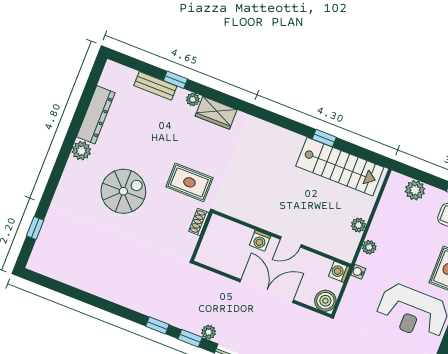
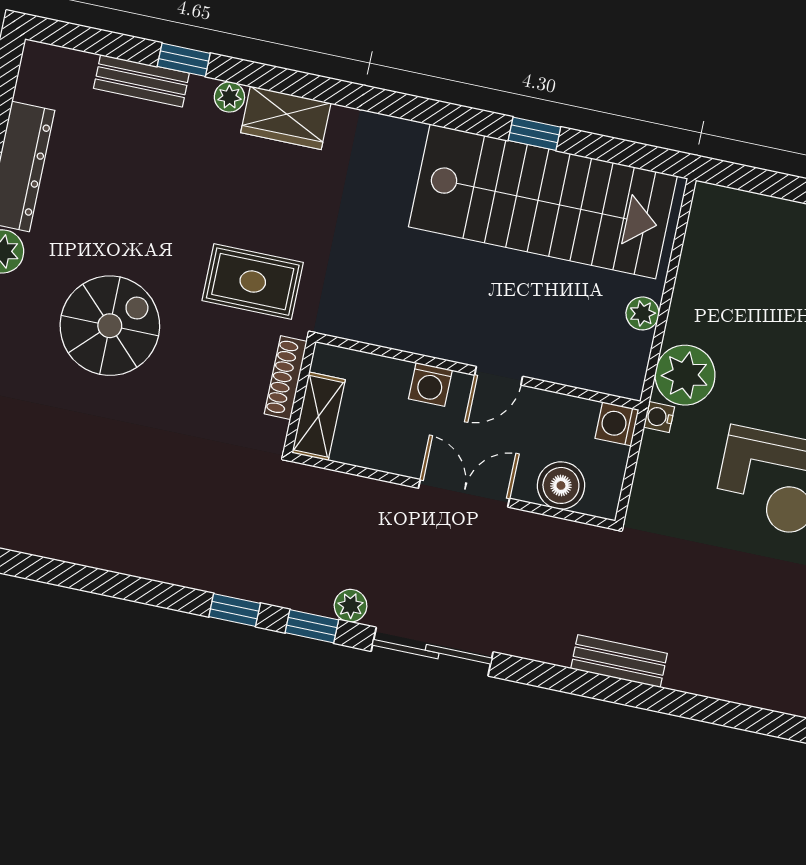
stairs: (340, 167) -> (543, 201), width x1.36, depth x1.51
plant: (415, 190) -> (754, 215), removed
shoe rack: (199, 222) -> (286, 378), width x1.43
shelving: (208, 246) -> (319, 416), added
plant: (369, 247) -> (685, 375), width x1.88, depth x1.88
double door: (267, 291) -> (464, 493), width x0.73
boiler: (325, 301) -> (561, 485), moved

